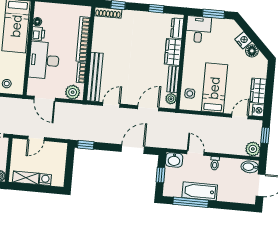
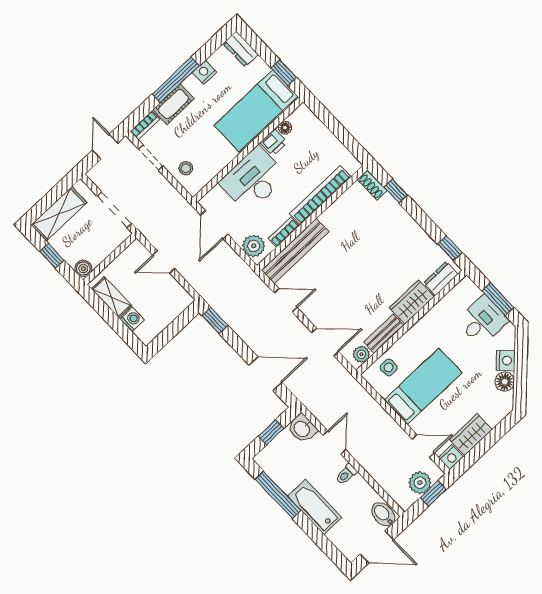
window: (156, 9) -> (450, 248), moved
shoe rack: (108, 13) -> (372, 185), width x0.70
desk: (199, 29) -> (482, 321), moved
plant: (253, 149) -> (420, 483), moved
bathtub: (200, 191) -> (315, 507), moved

